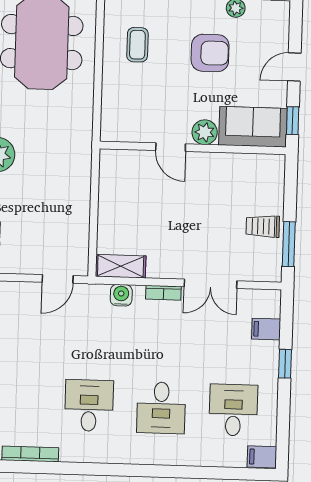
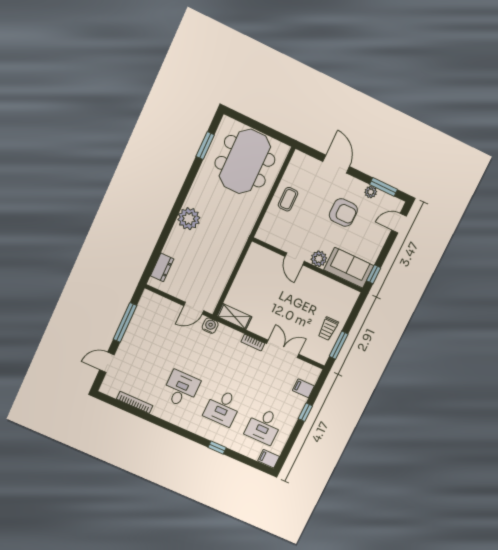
coffee table: (137, 45) -> (288, 199), moved
door: (294, 67) -> (399, 223), moved
trolley: (263, 226) -> (328, 329), turned -90
double door: (210, 284) -> (283, 349), swing flipped
water cooler: (121, 295) -> (210, 326), moved
desk: (233, 410) -> (264, 426), turned 180
window: (179, 472) -> (217, 448), added

